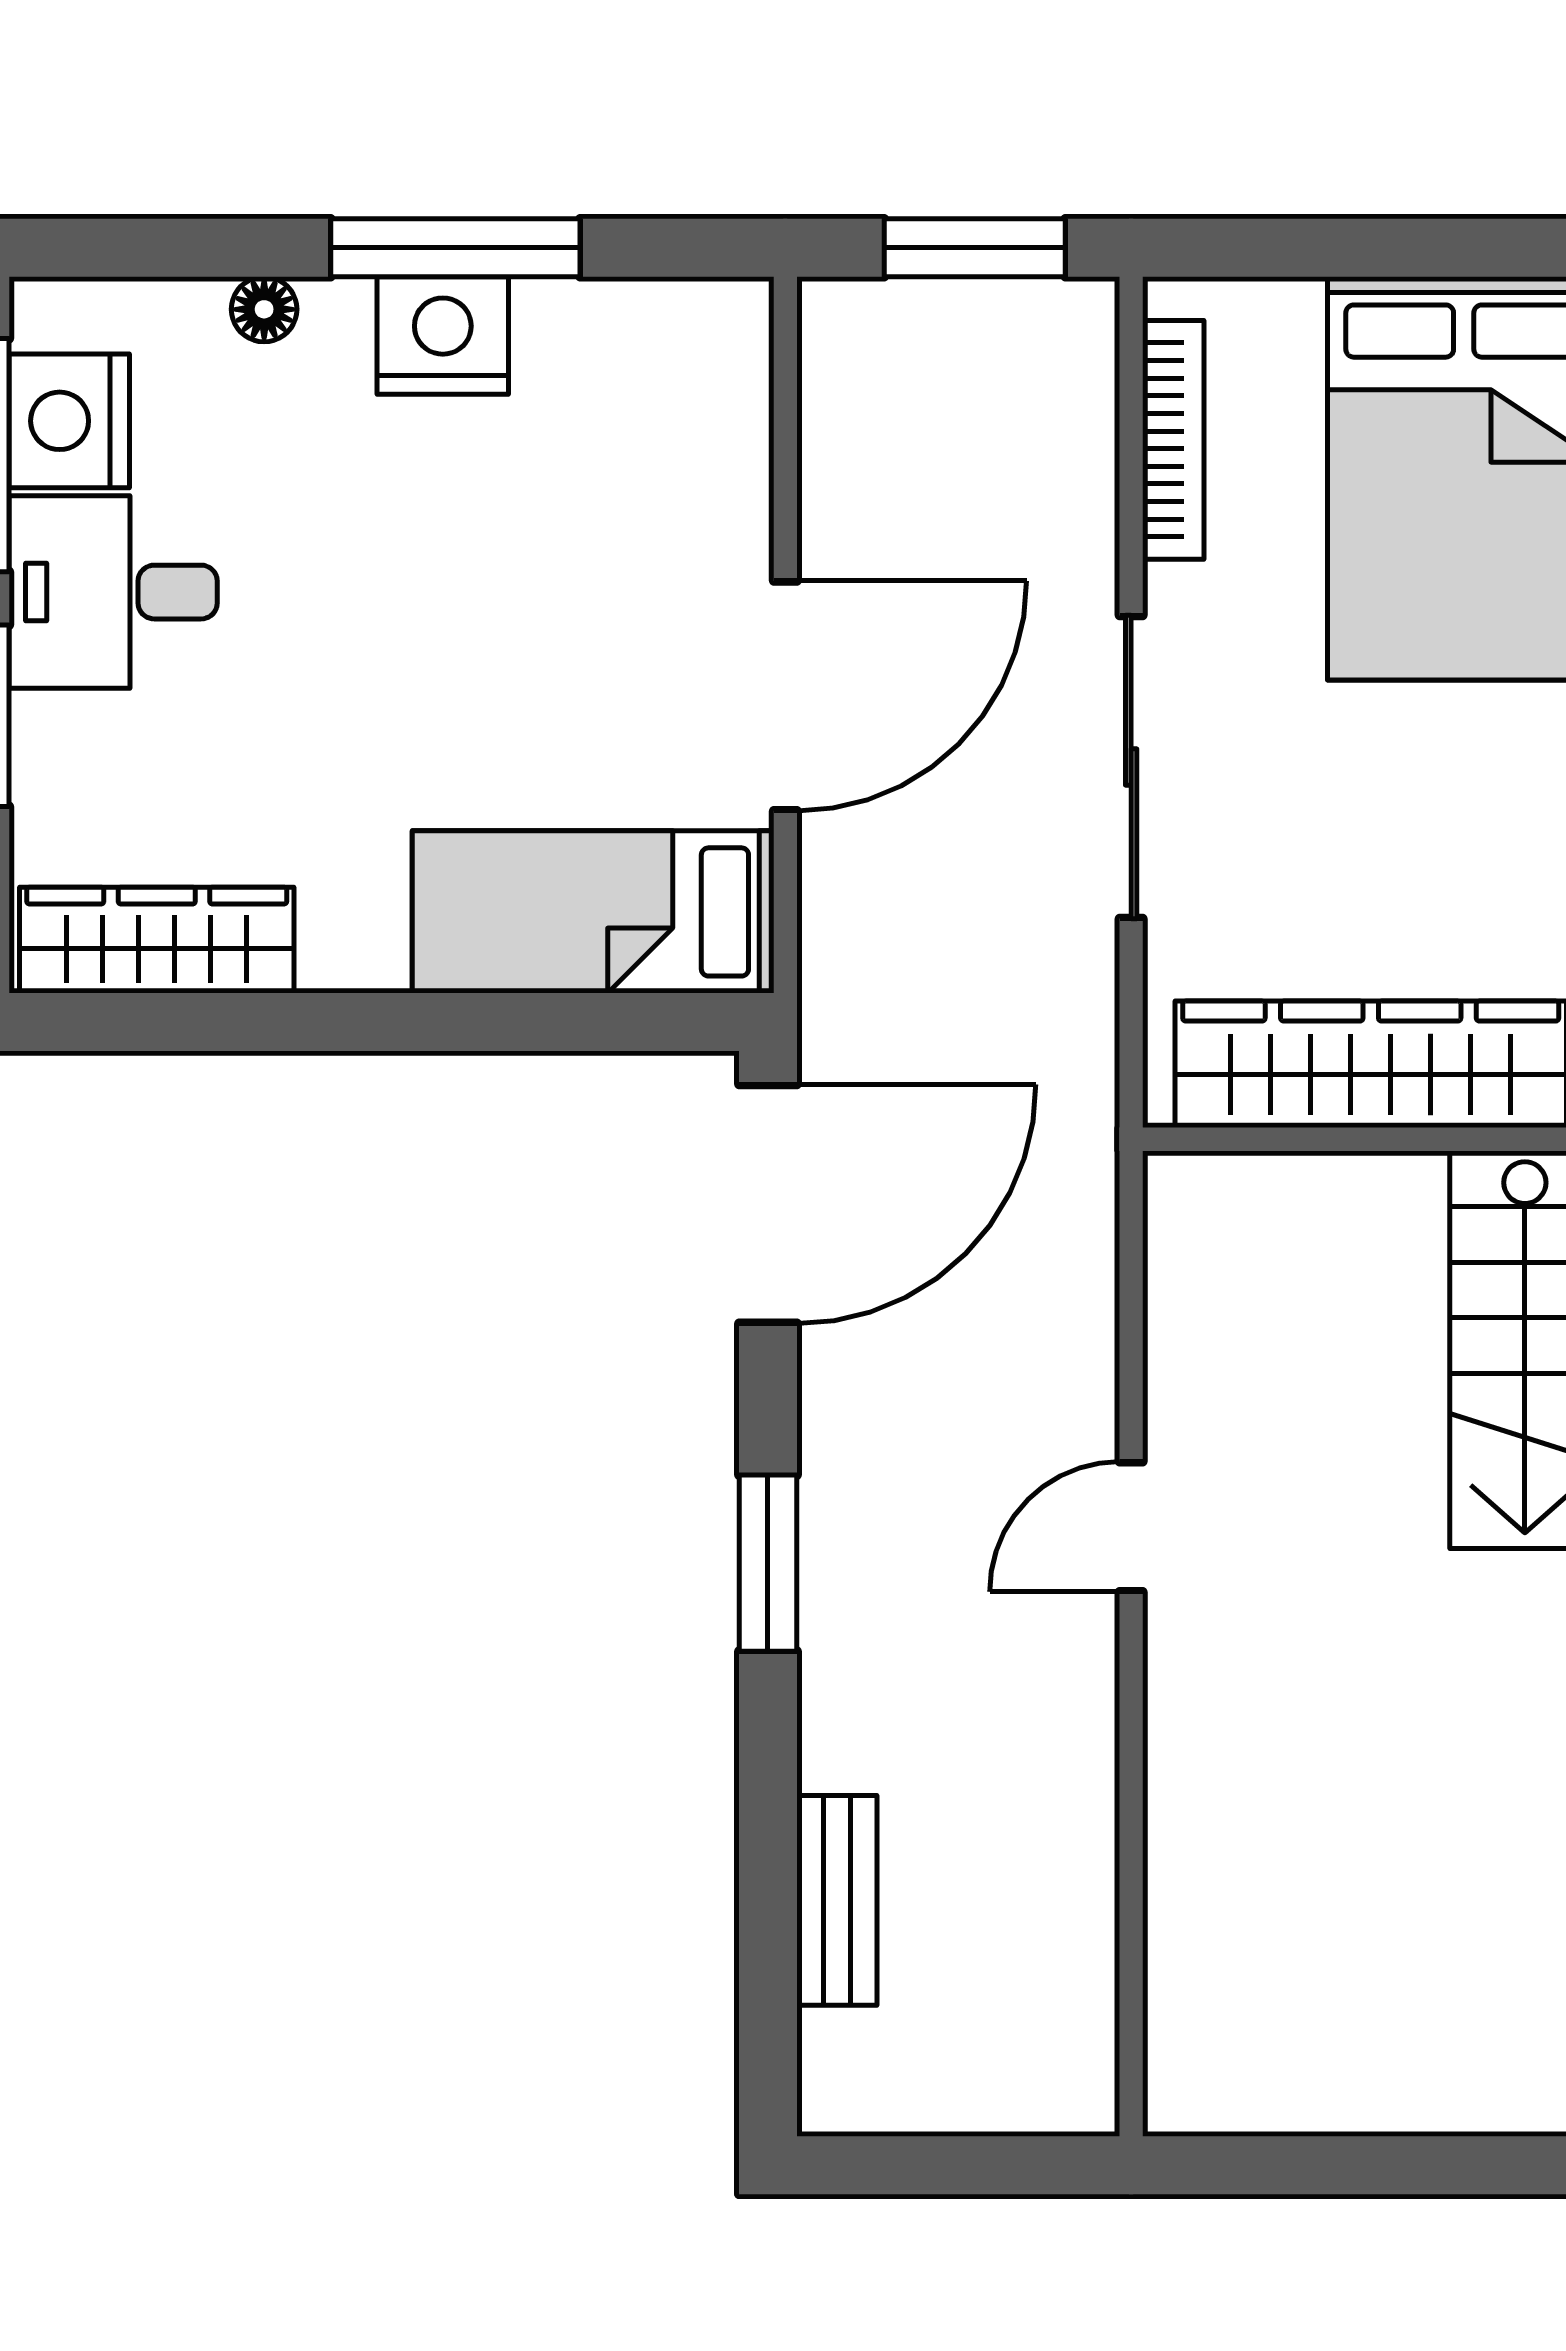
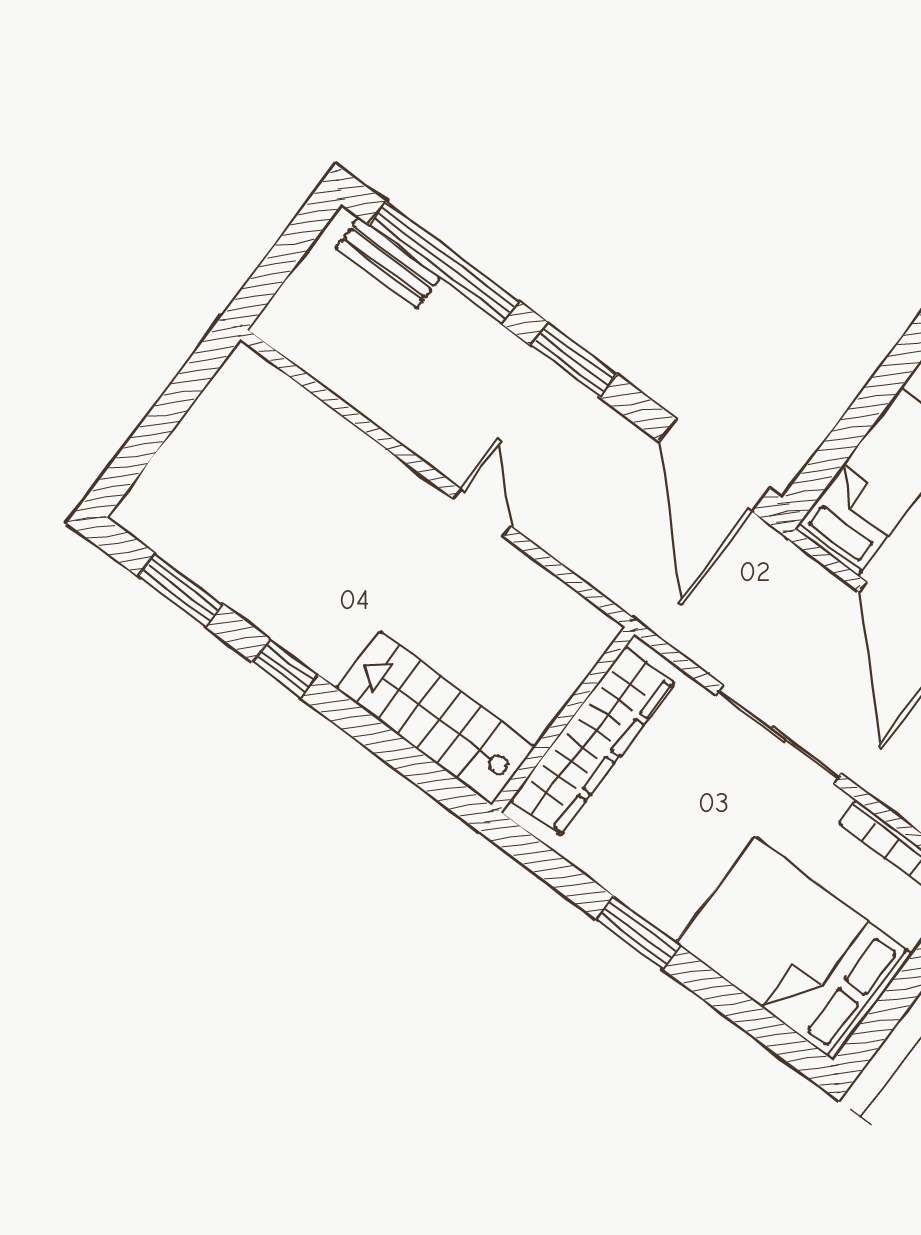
window: (768, 1895) -> (444, 263), added
bench: (837, 1900) -> (388, 263), moved

